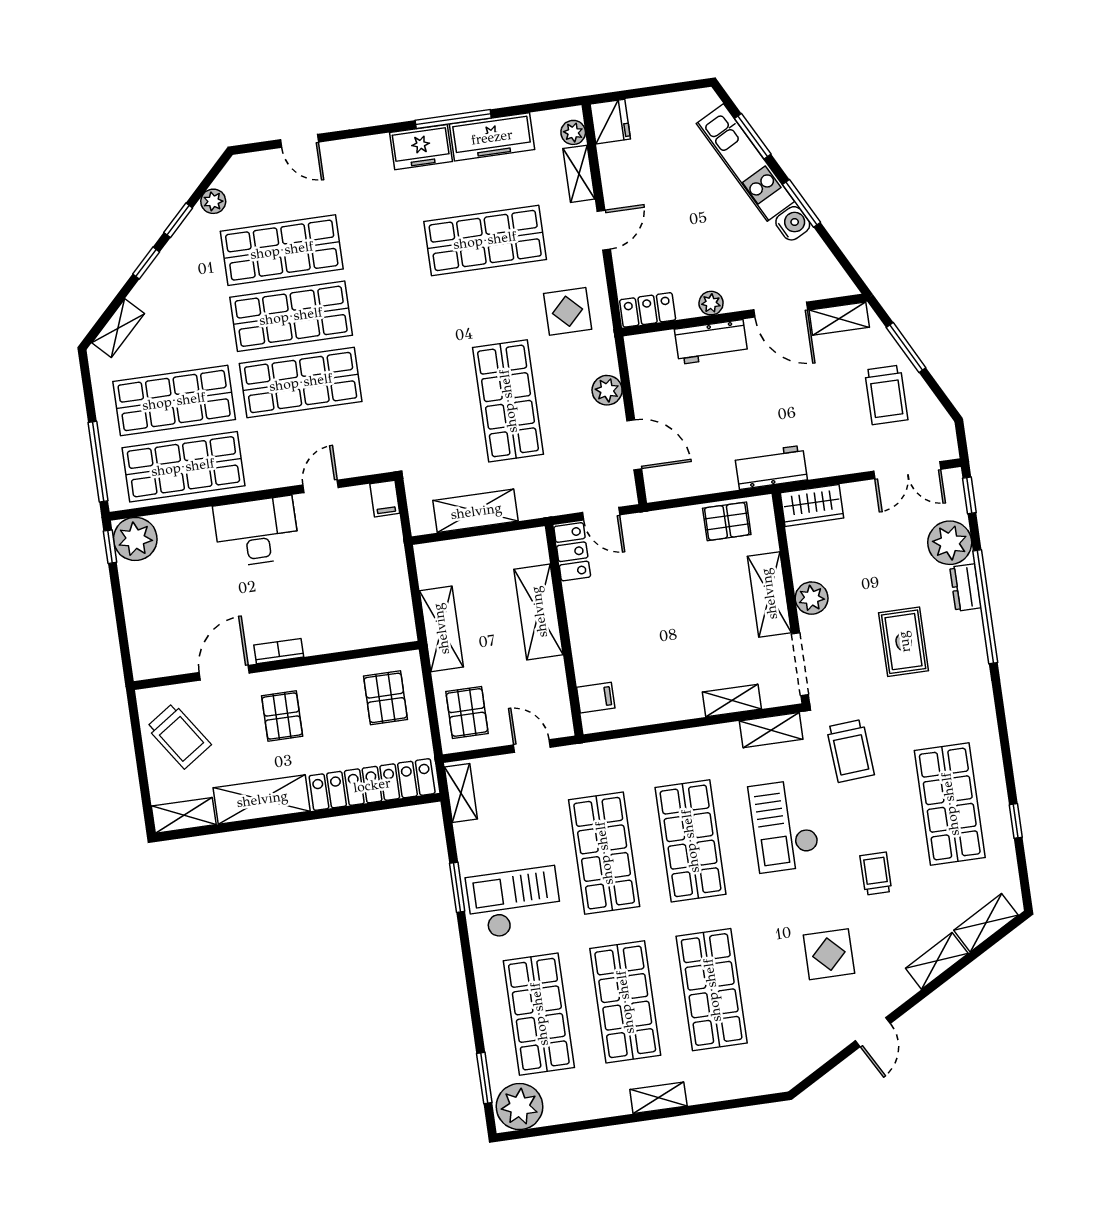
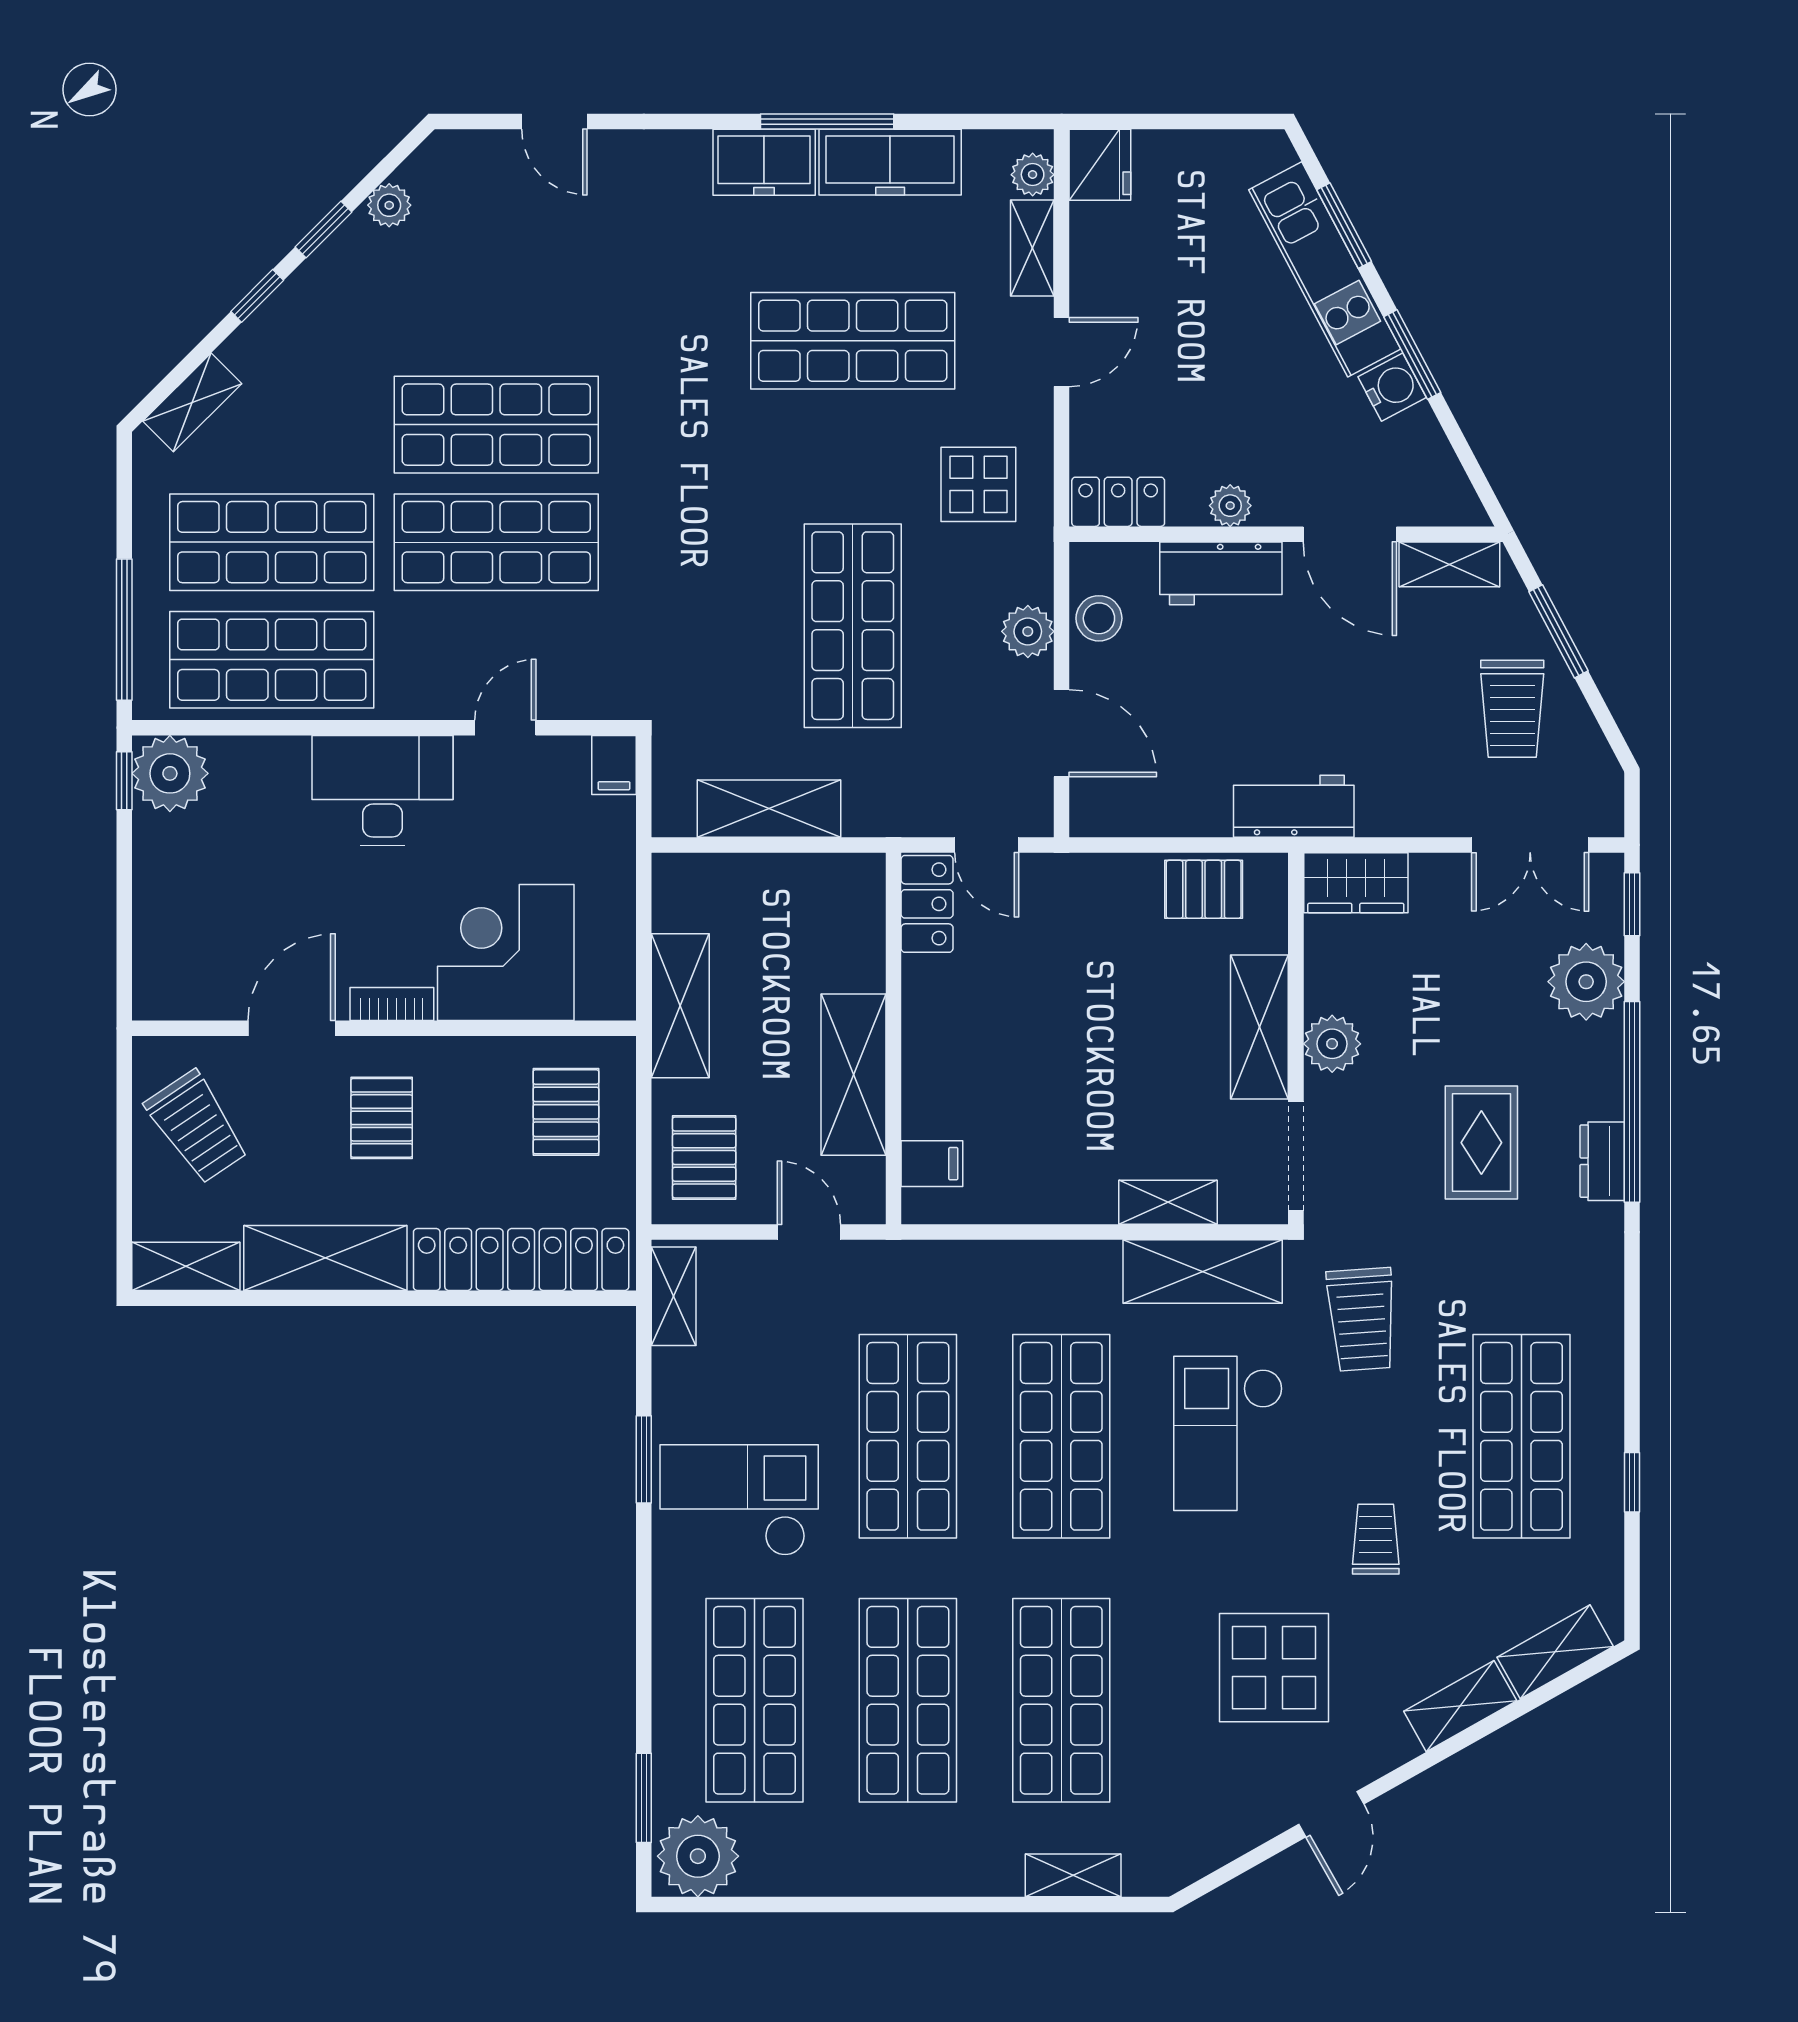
shop shelf: (282, 250) -> (496, 307), removed
stool: (646, 377) -> (1099, 618), added
dresser: (965, 588) -> (1602, 1161), moved
shelving: (539, 612) -> (853, 1075), moved
corner desk: (339, 613) -> (506, 953), added
shelving: (771, 730) -> (1203, 1271), width x1.50, depth x1.33
display table: (829, 954) -> (1274, 1668), width x1.36, depth x1.36
shelving: (658, 1098) -> (1073, 1875), moved

